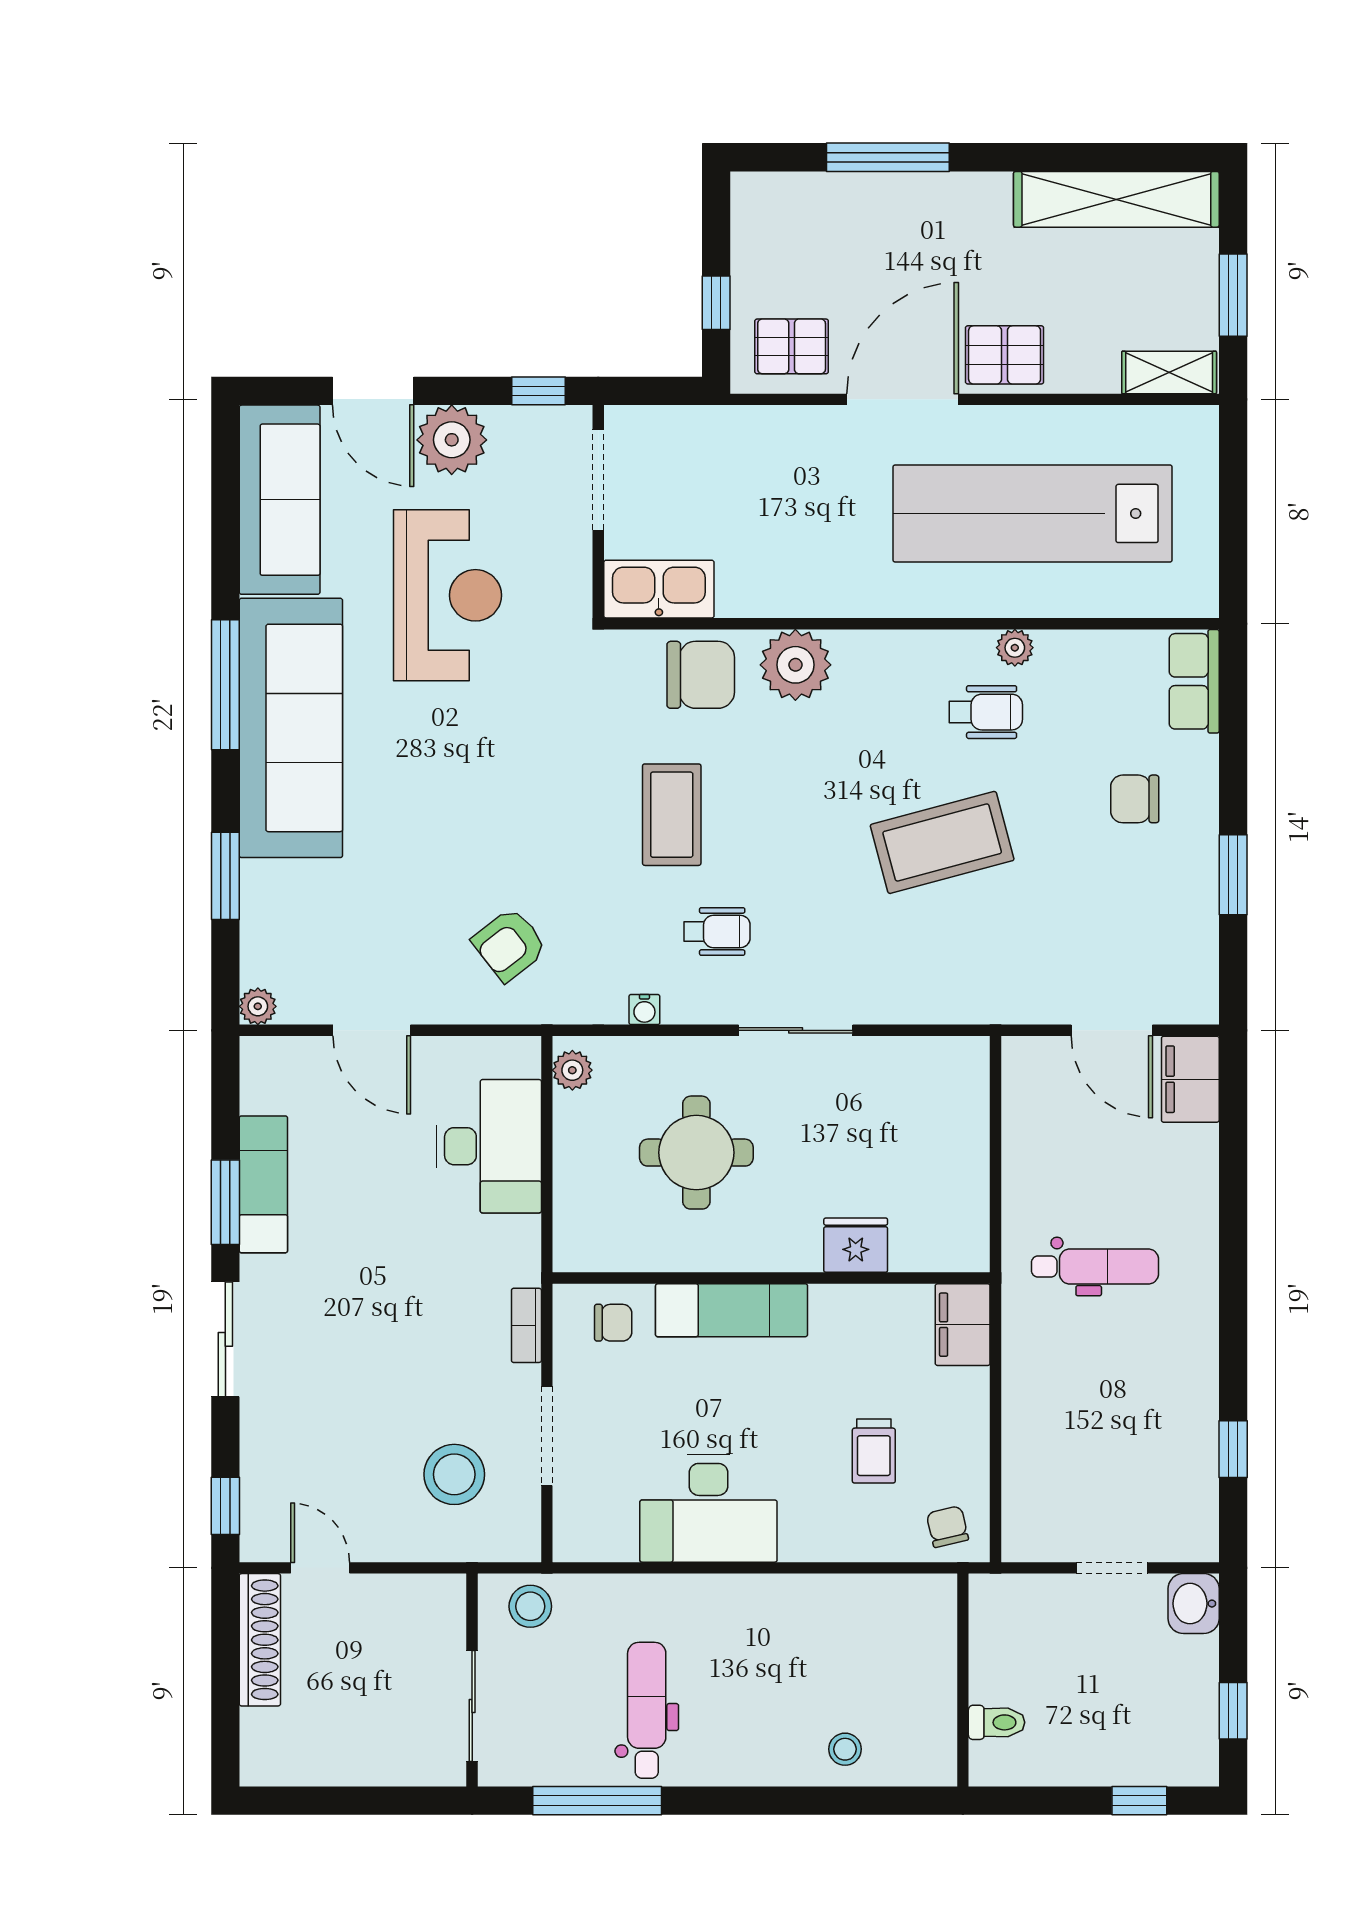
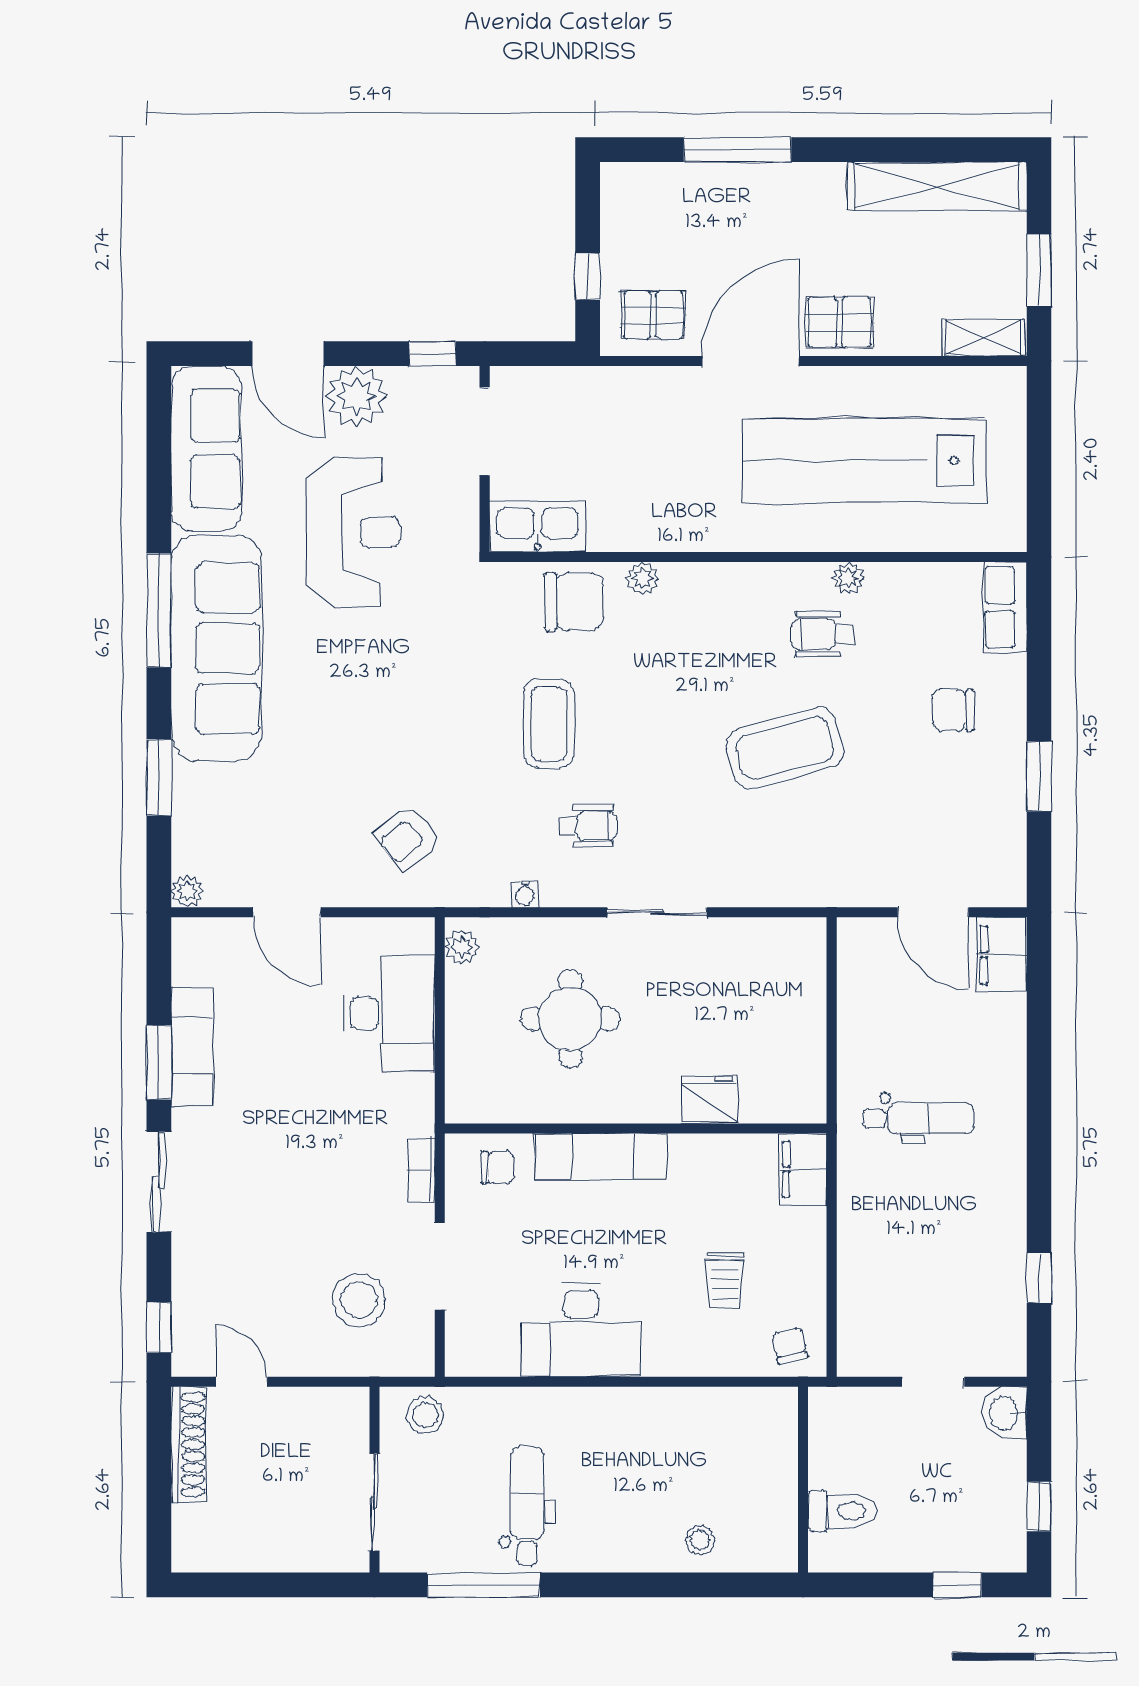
plant: (795, 665) -> (642, 578), width x0.53, depth x0.53
wheelchair: (986, 712) -> (823, 634), turned 180
toilet: (997, 1722) -> (842, 1511), width x1.37, depth x1.39

